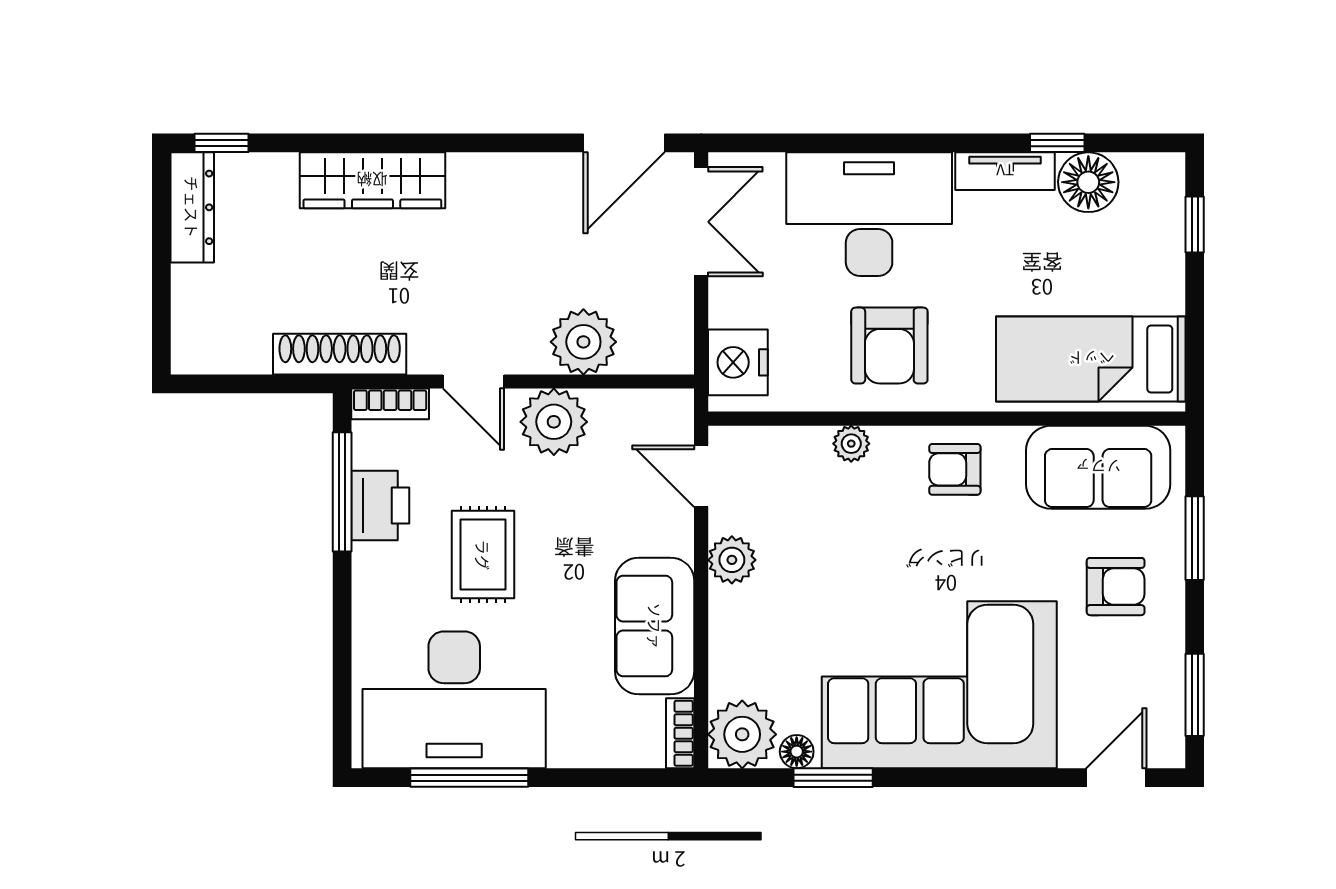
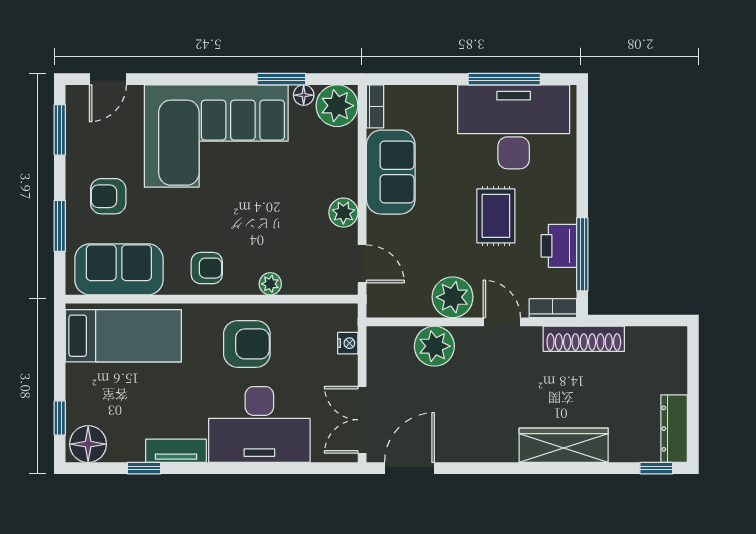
floor lamp: (1088, 182) -> (88, 444), moved
armchair: (889, 346) -> (247, 344), turned 90
nightstand: (738, 362) -> (348, 343), width x0.53, depth x0.56

